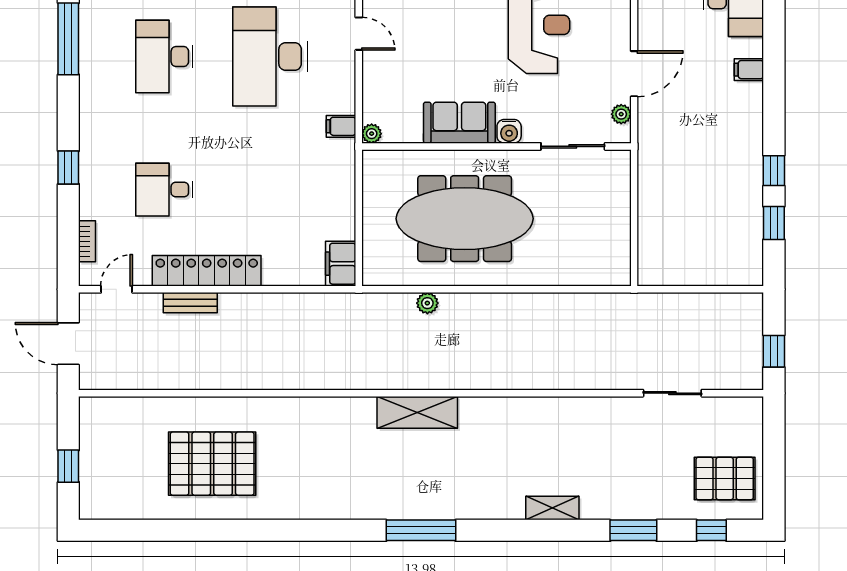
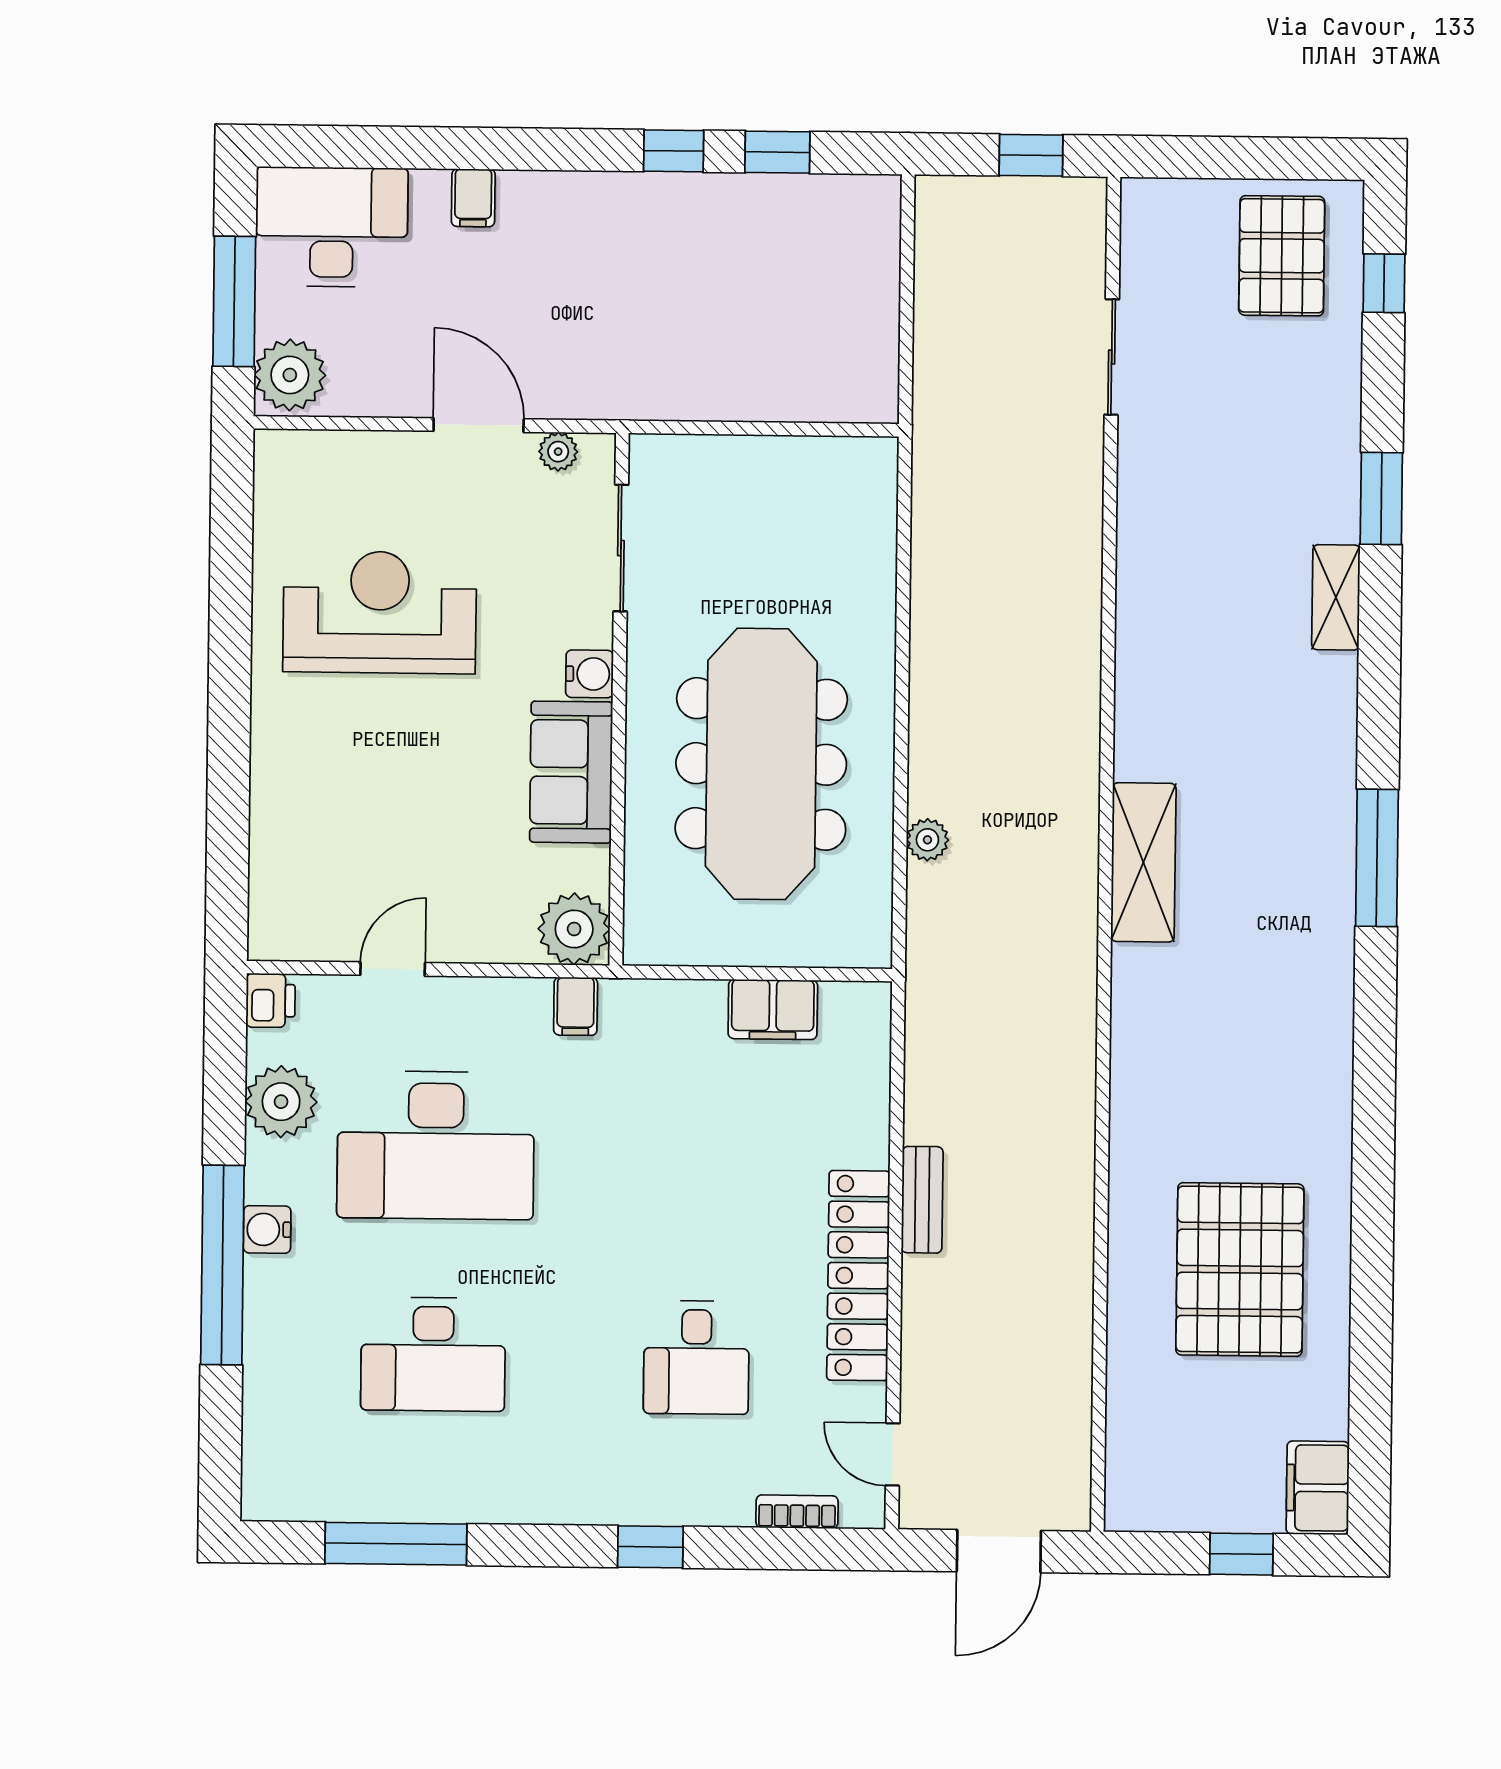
plant: (372, 134) -> (574, 929), width x1.88, depth x1.88
filing cabinet: (341, 264) -> (773, 1009), moved
bench: (190, 303) -> (922, 1200), moved
filing cabinet: (102, 504) -> (1318, 1488), added
window: (633, 530) -> (1381, 499), moved

